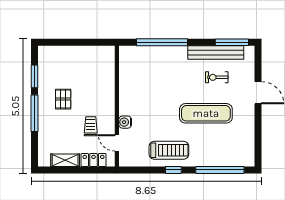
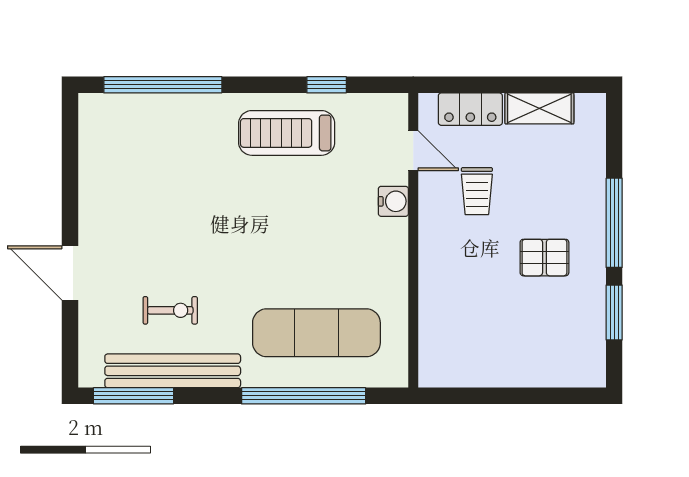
pallet: (63, 99) -> (544, 258), turned 90
exercise mat: (206, 113) -> (316, 333), moved
window: (173, 170) -> (327, 85), moved

